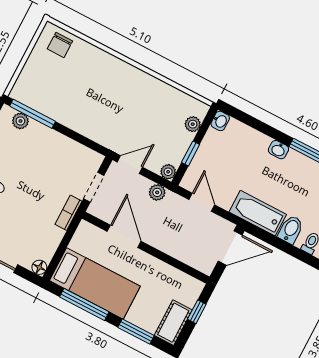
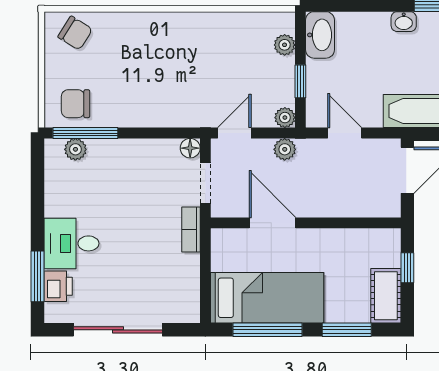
chair: (60, 45) -> (75, 33), turned -58
chair: (36, 91) -> (76, 104), added
washbasin: (220, 121) -> (320, 35), width x1.91, depth x1.45
floor lamp: (39, 267) -> (190, 148), moved

